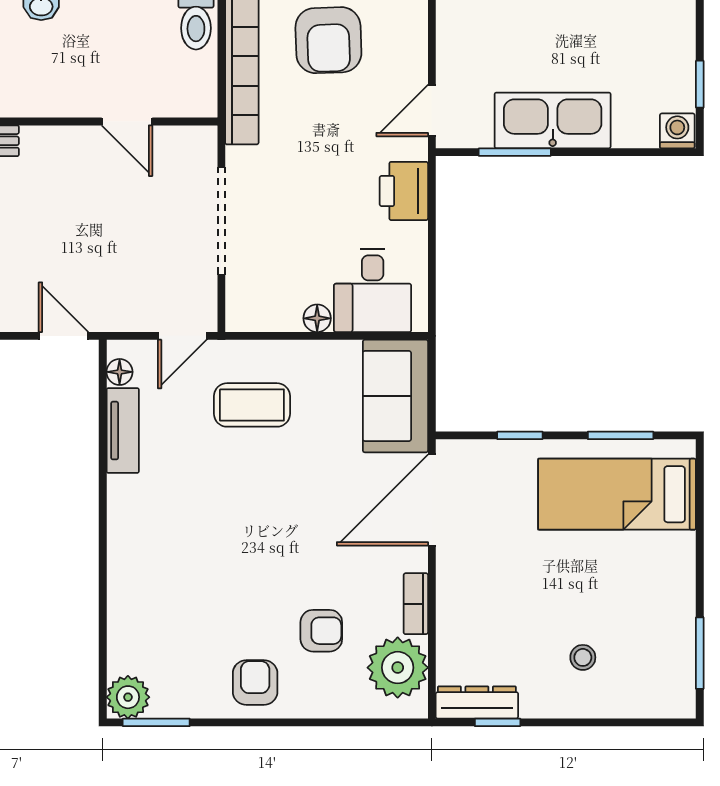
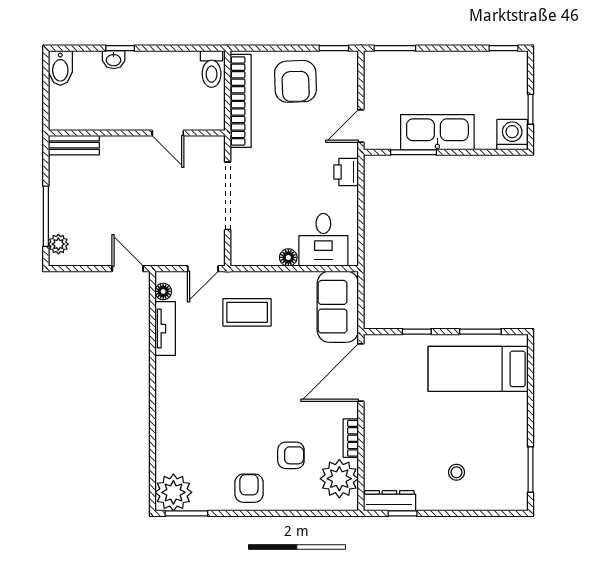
washing machine: (677, 131) -> (512, 135), width x1.38, depth x1.38
printer: (404, 191) -> (346, 172), width x0.73, depth x0.81
plant: (128, 697) -> (173, 492), width x1.36, depth x1.36

